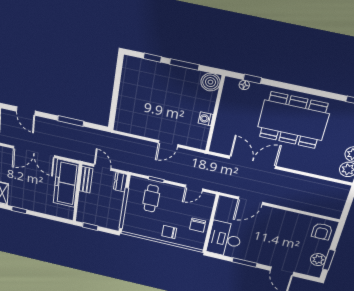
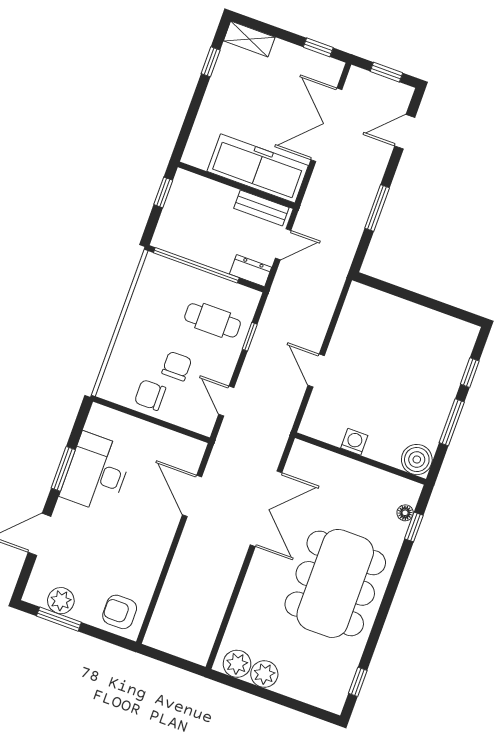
chair: (169, 232) -> (177, 366), moved
desk: (225, 239) -> (96, 473), moved, turned -90

